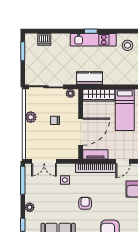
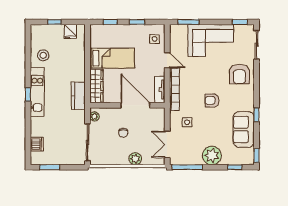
plant: (31, 117) -> (135, 159), moved
double door: (44, 161) -> (167, 144), swing flipped
plant: (30, 207) -> (212, 156), width x1.88, depth x1.88

